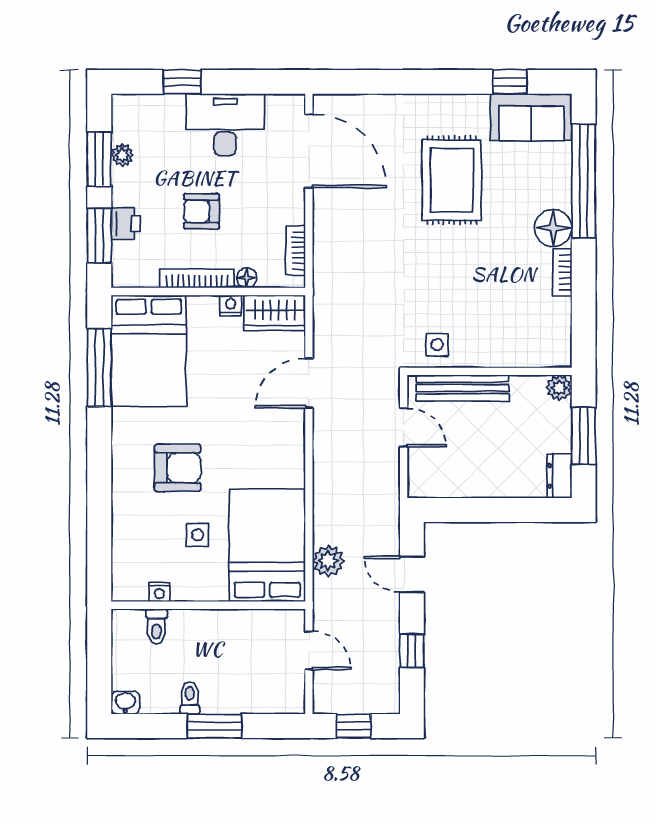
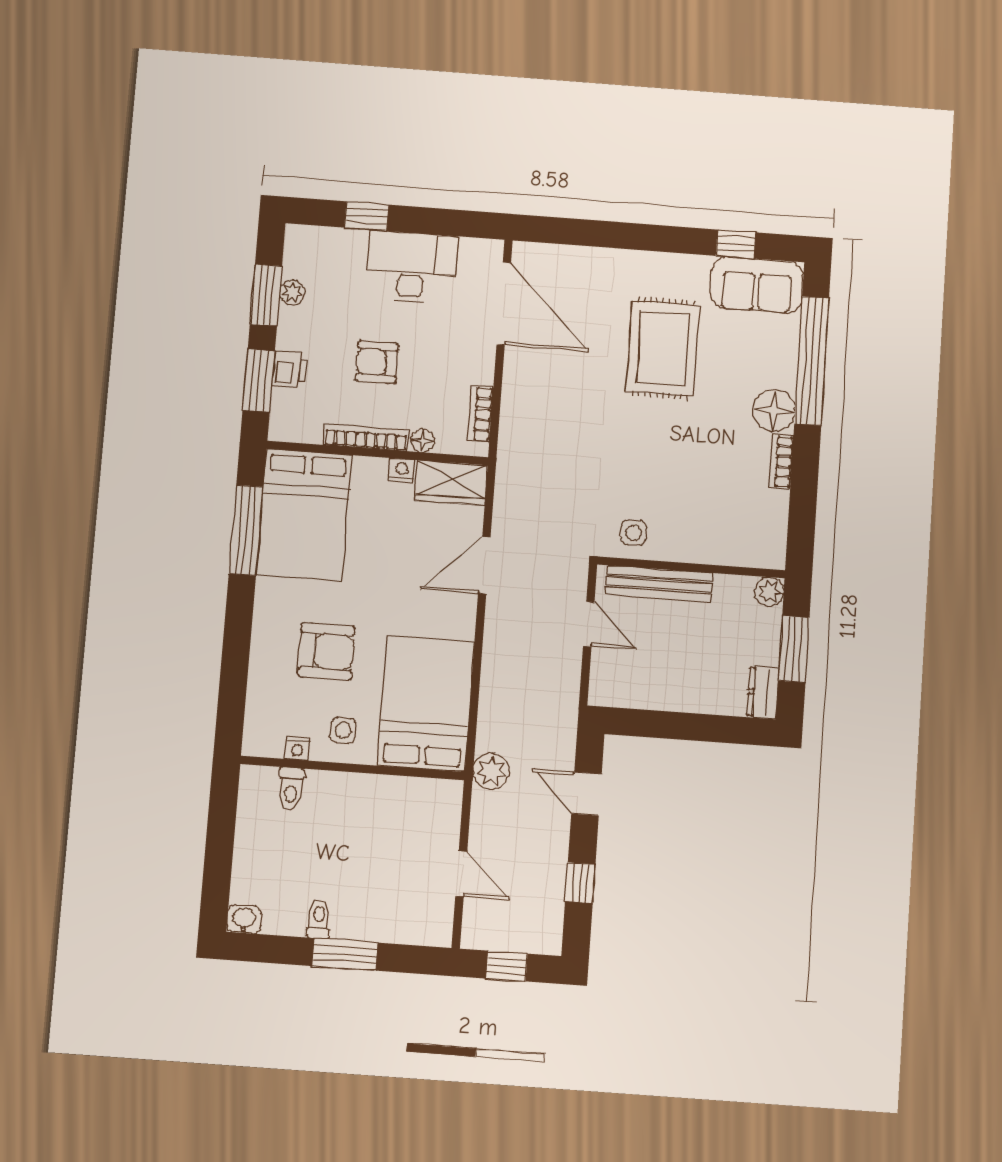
bed: (267, 545) -> (426, 704), moved
nightstand: (159, 592) -> (297, 749), moved
wall: (208, 605) -> (353, 768), moved
toilet: (157, 626) -> (291, 788), moved

